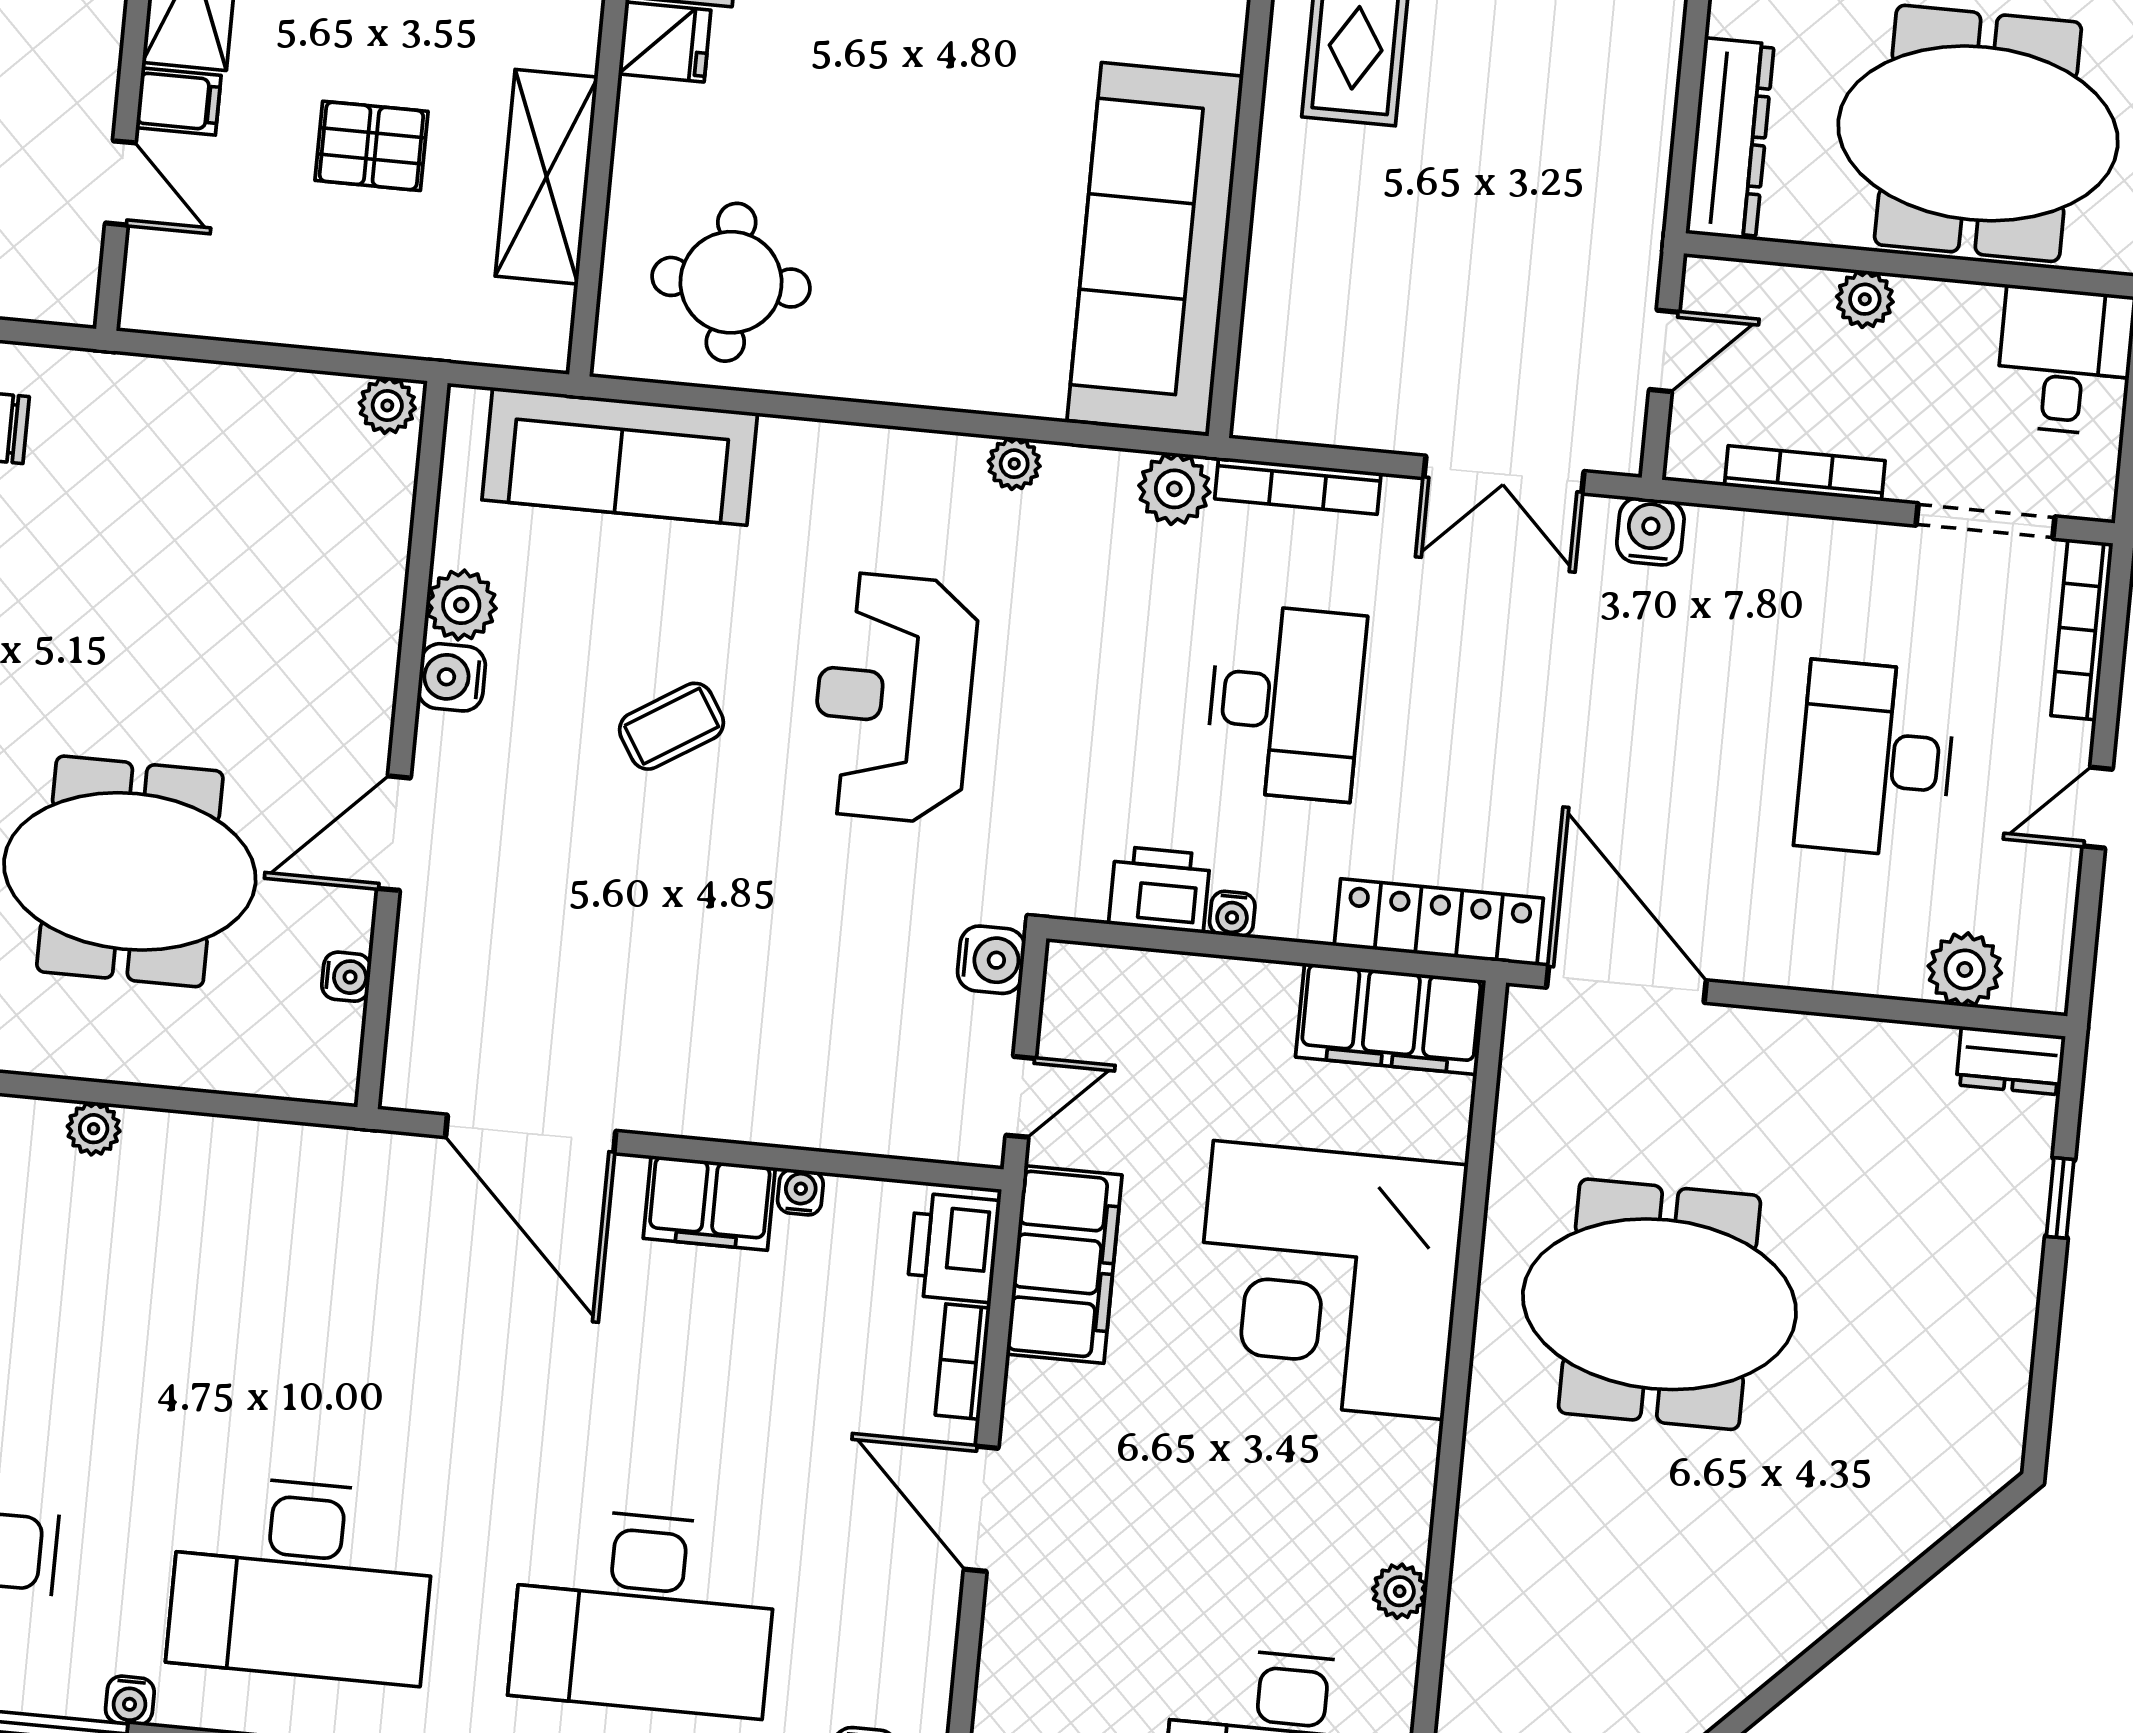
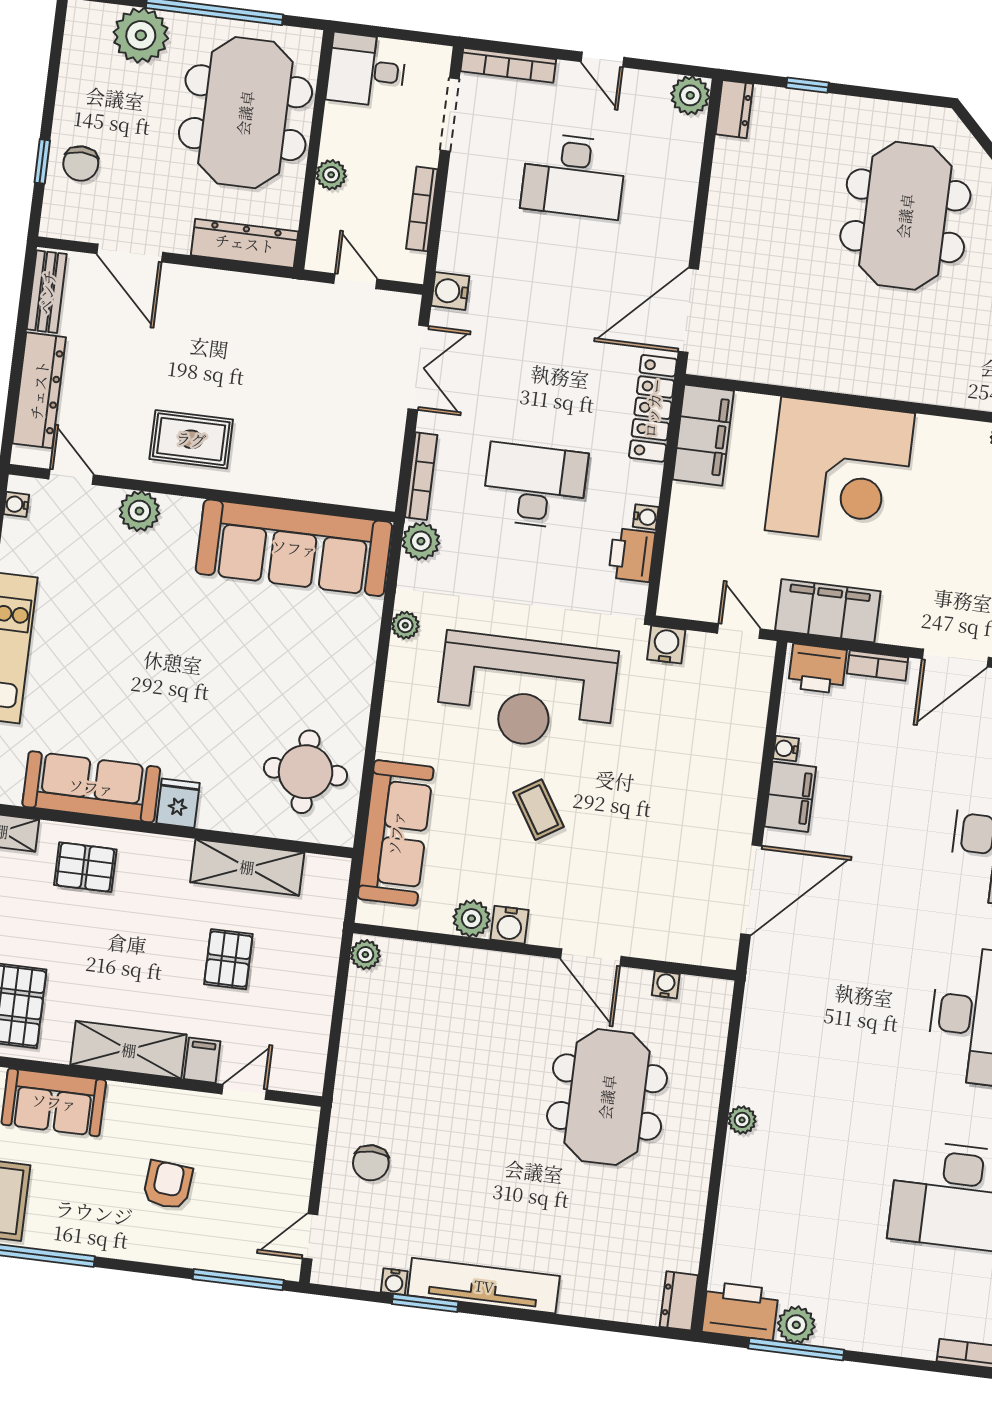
reception desk: (894, 698) -> (527, 692), width x1.36, depth x1.30
plant: (1965, 969) -> (690, 95), moved
meeting table: (1659, 1304) -> (905, 216), moved

